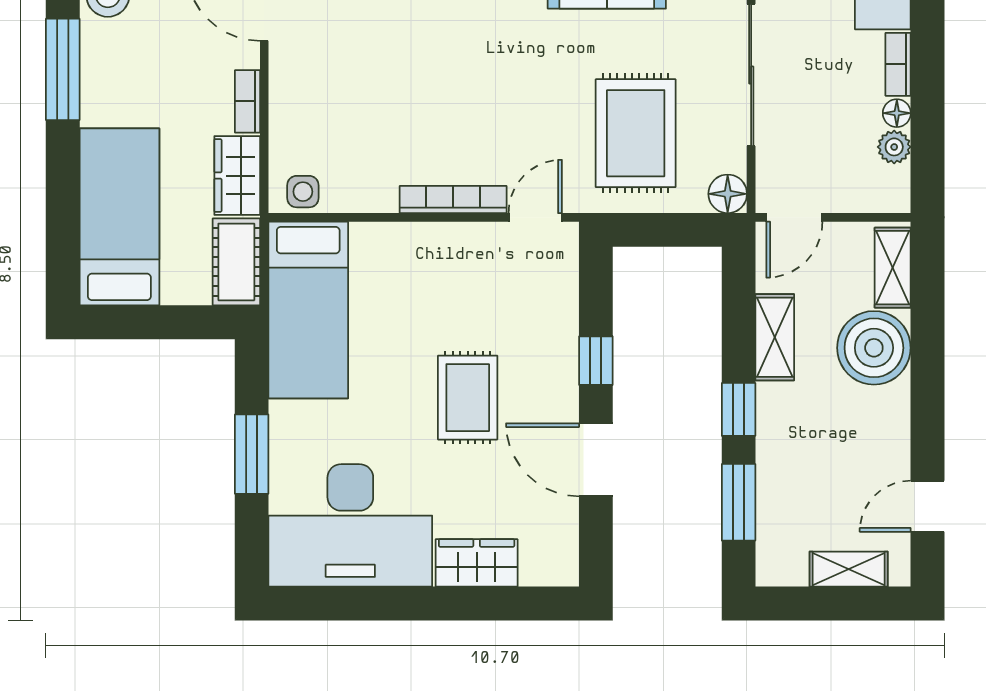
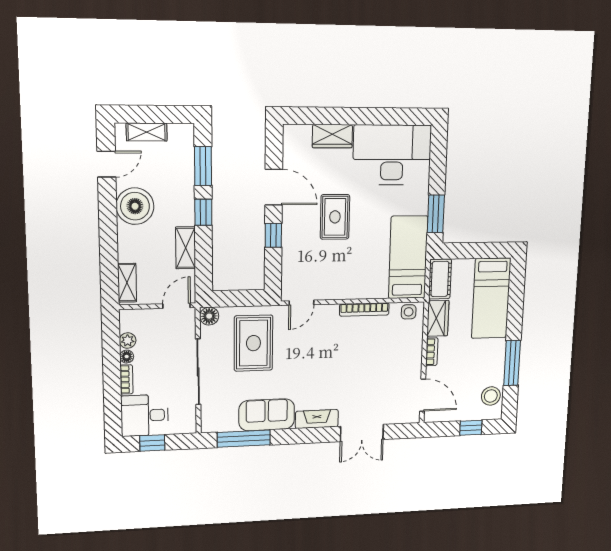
bookcase: (453, 199) -> (364, 309), moved
boiler: (874, 348) -> (135, 206), moved
window: (252, 454) -> (436, 214), moved

